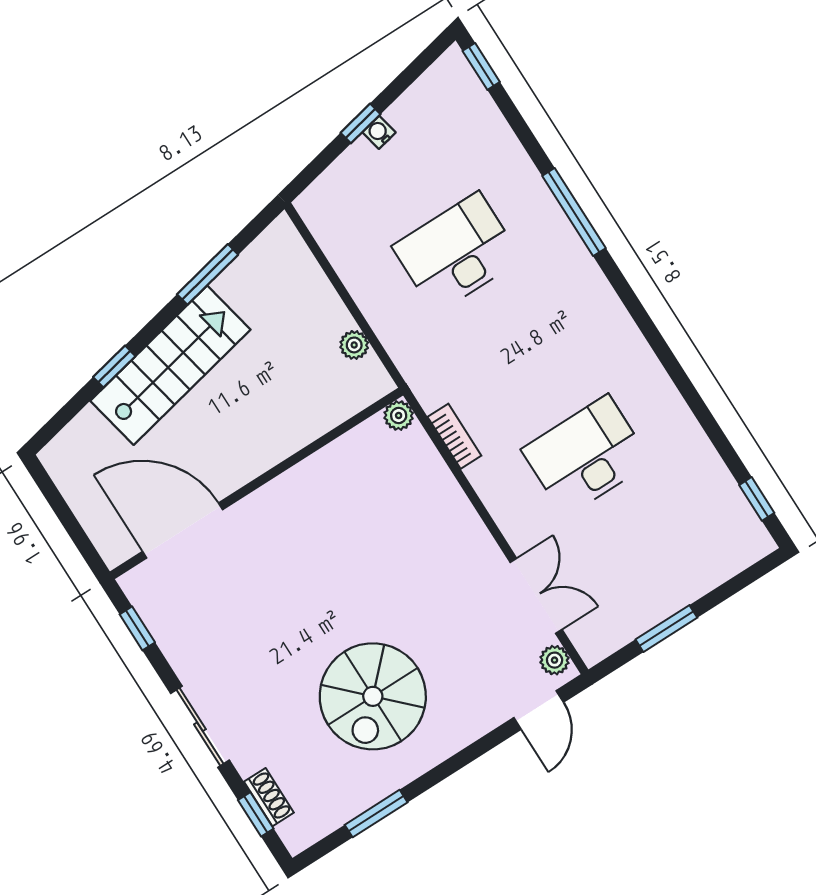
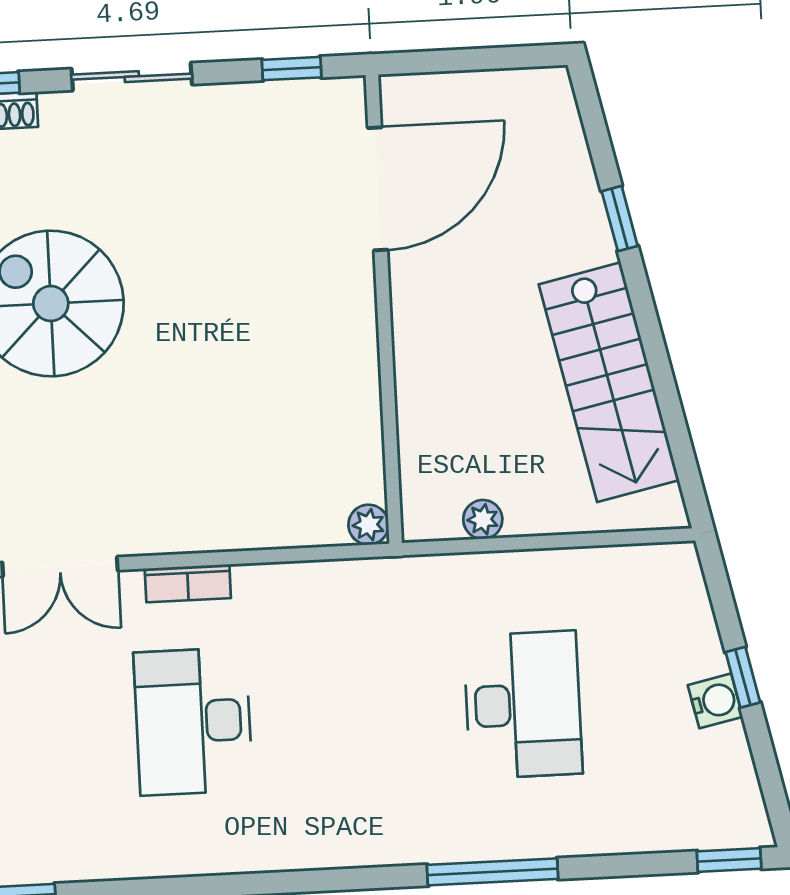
water cooler: (379, 132) -> (715, 701), width x1.38, depth x1.38
window: (208, 274) -> (666, 392), removed
stairs: (170, 365) -> (609, 382), moved
bookcase: (454, 436) -> (188, 583), moved
desk: (586, 456) -> (193, 721), turned 180

